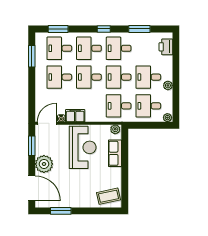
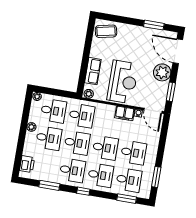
door: (47, 123) -> (153, 111), hinge flipped
reception desk: (83, 147) -> (123, 82), turned 180

